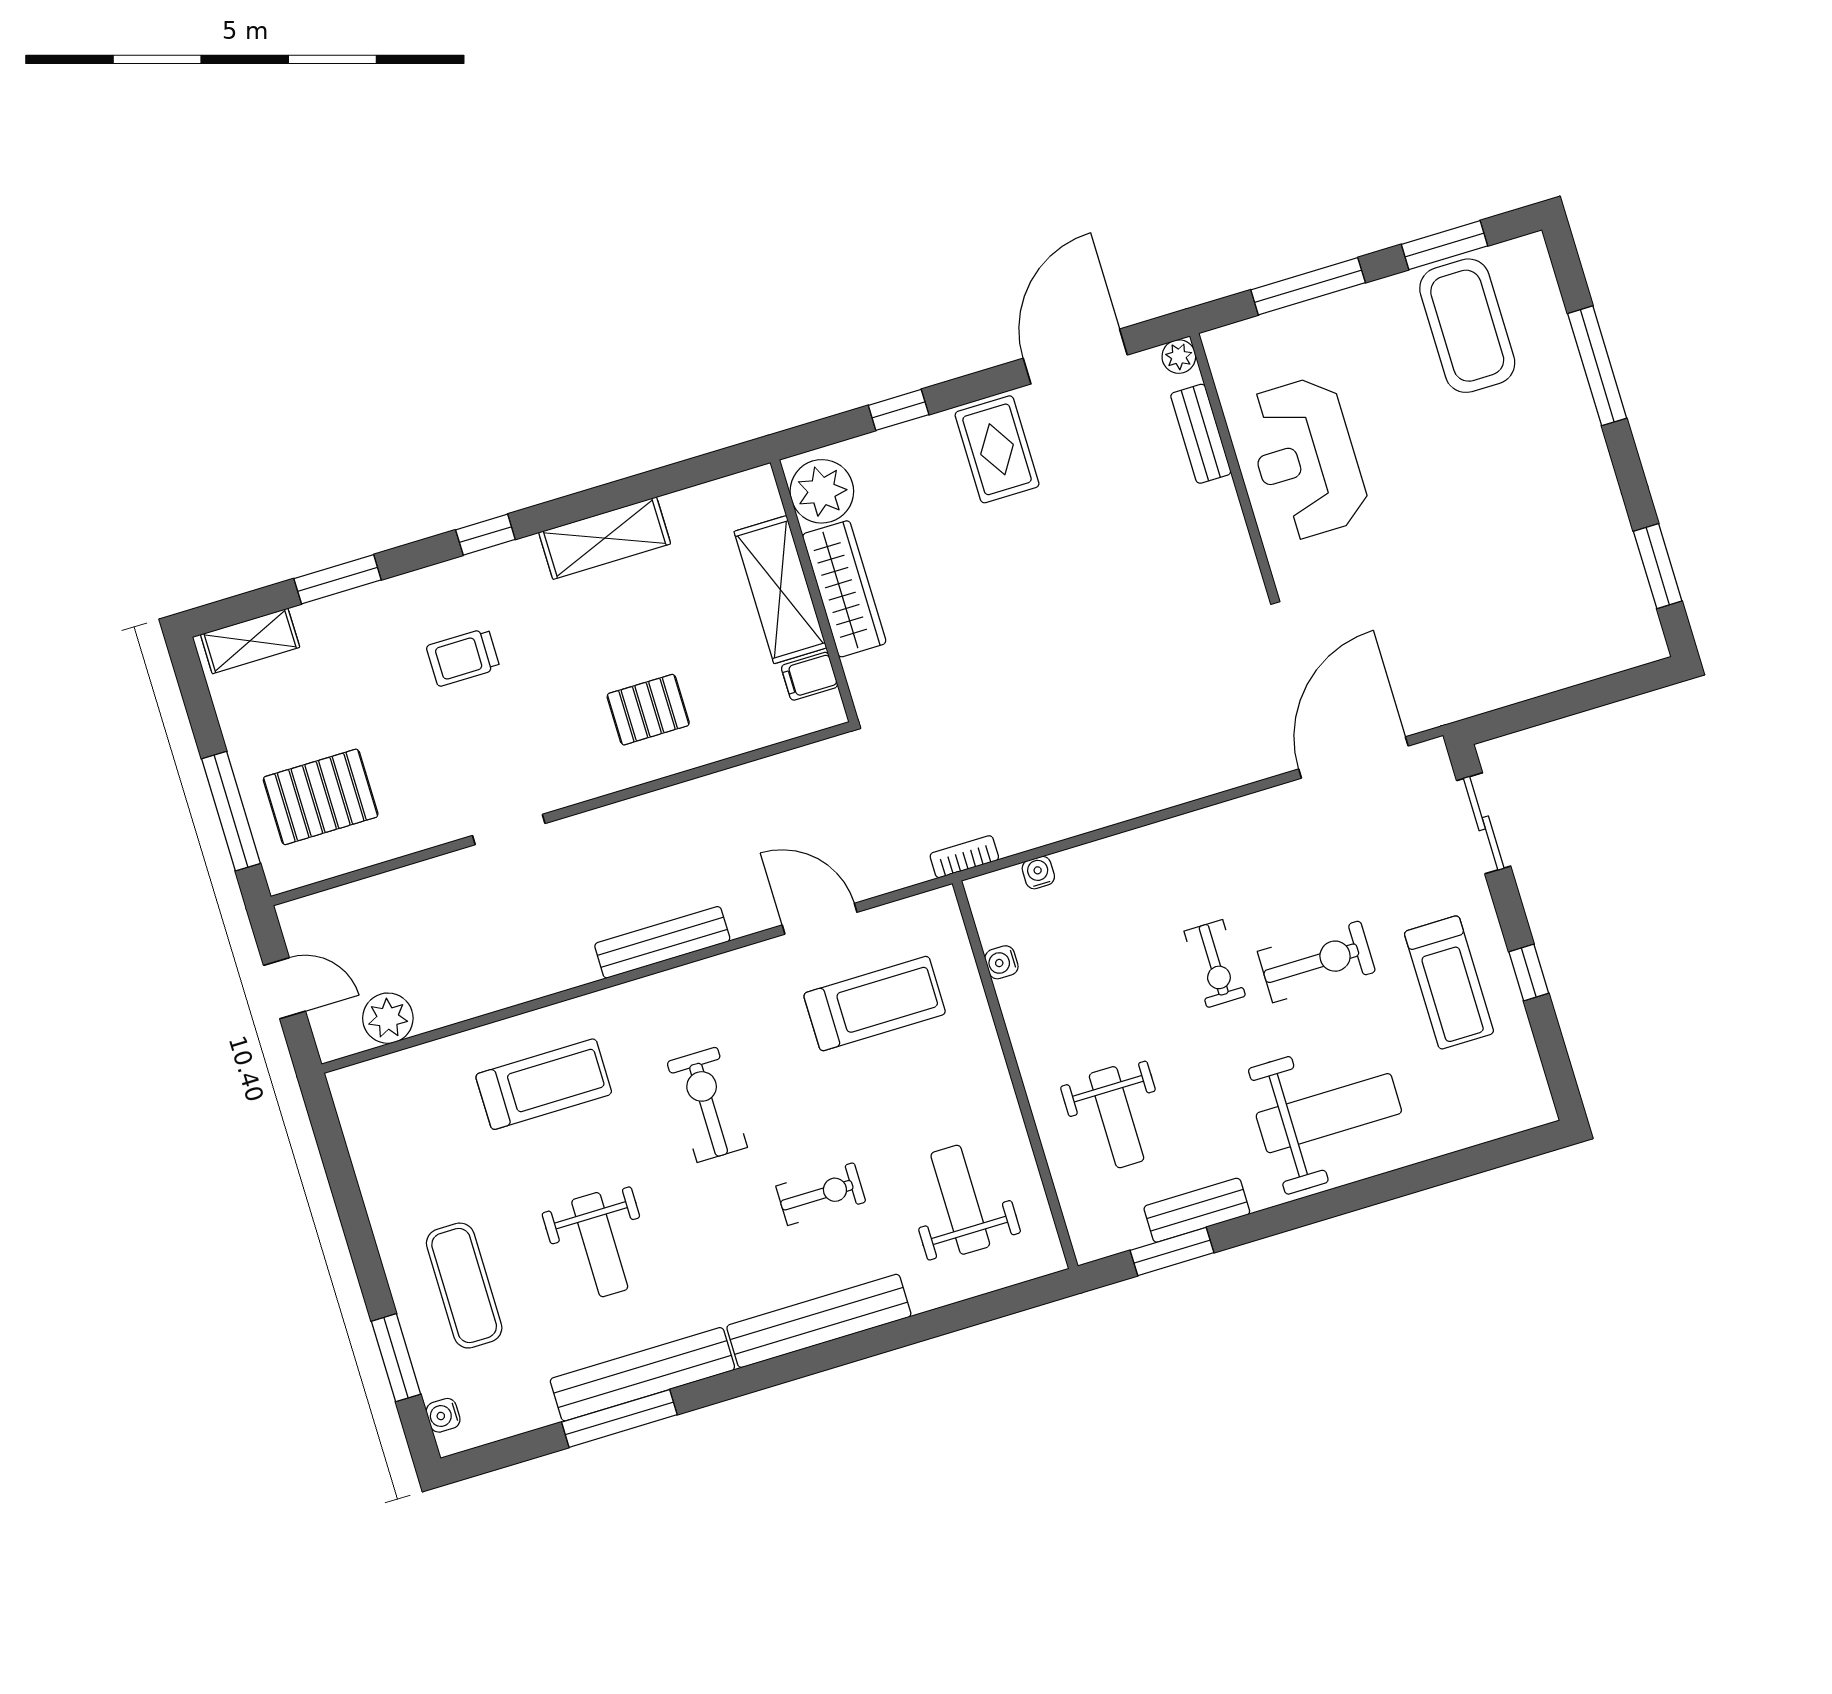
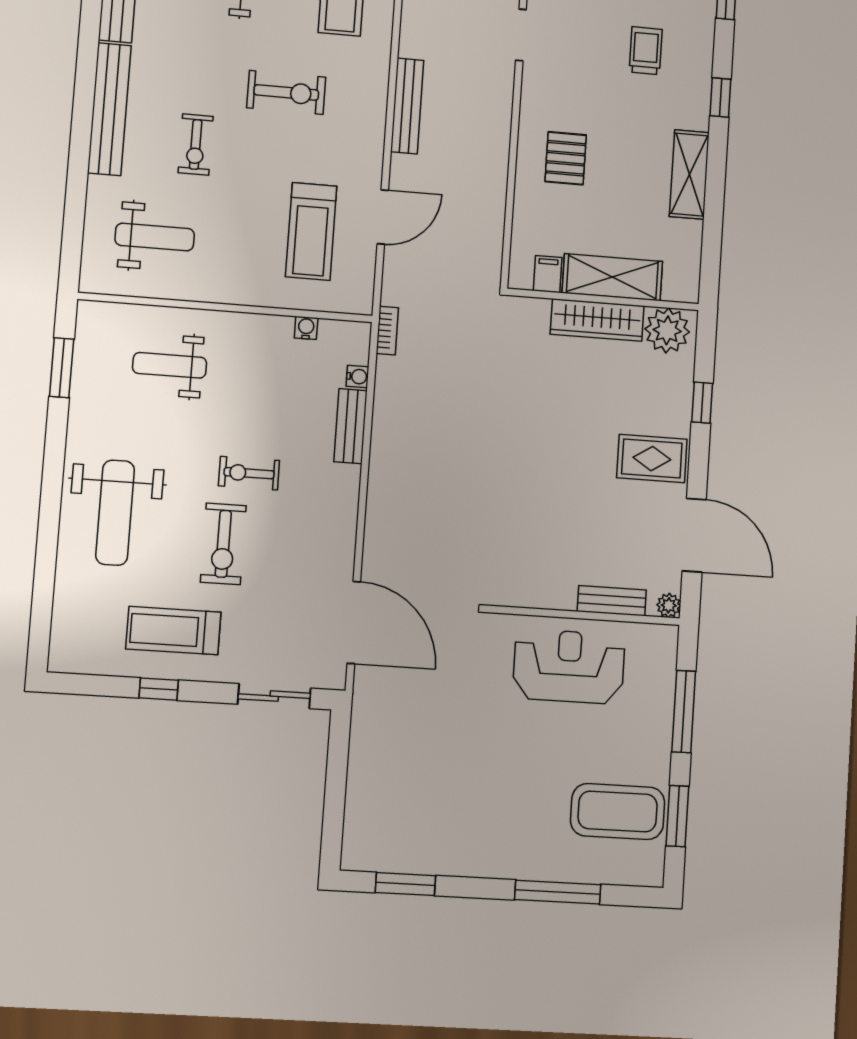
bench: (1197, 1210) -> (351, 426), moved

